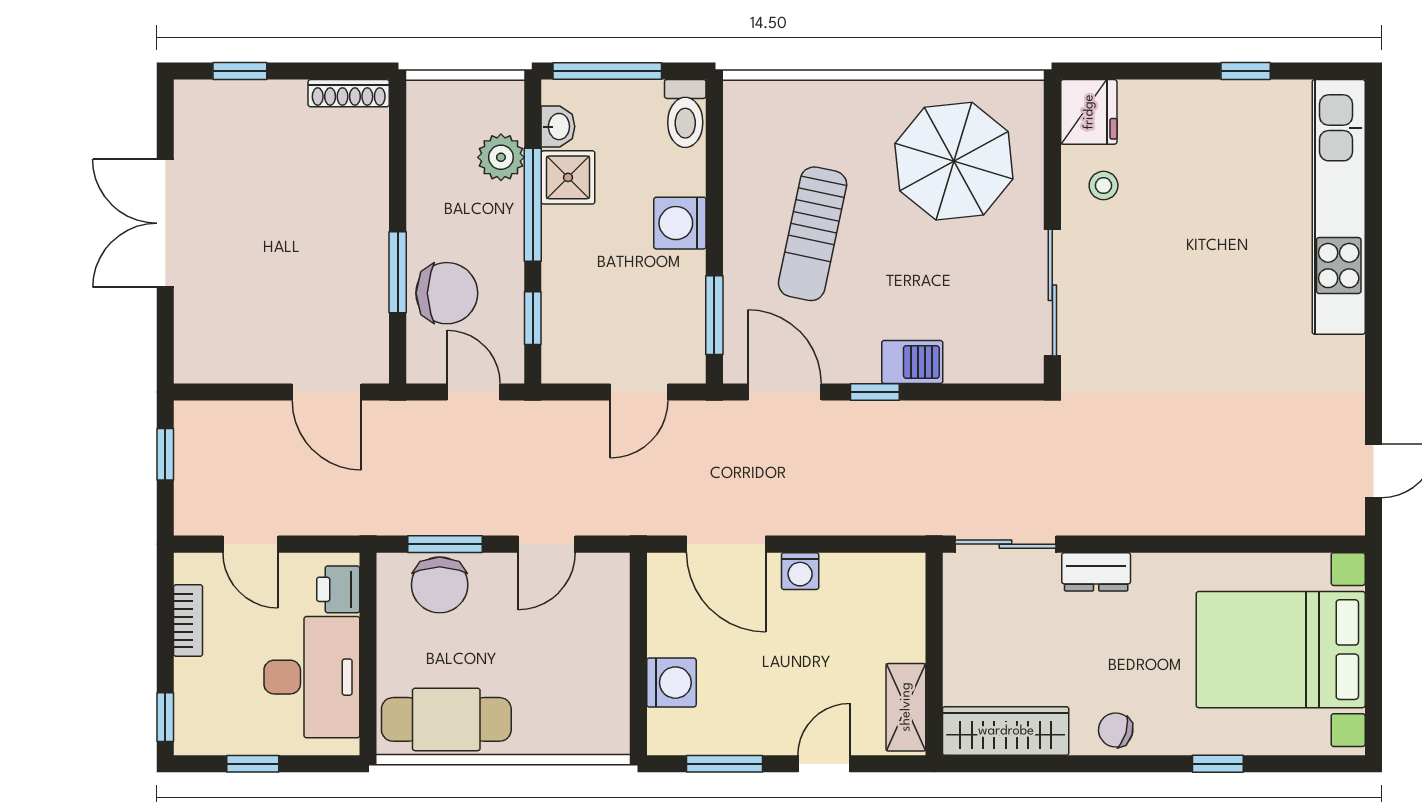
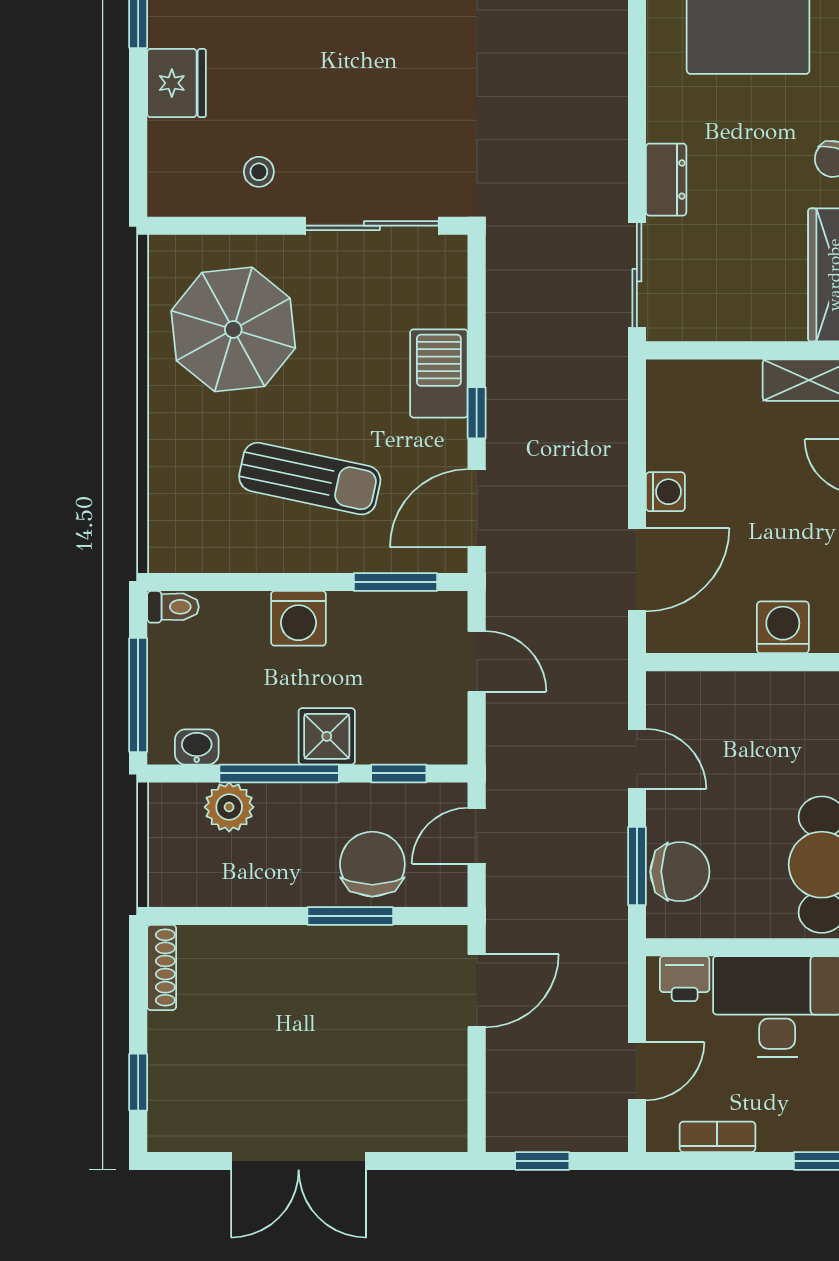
fridge: (1089, 112) -> (177, 83), moved, turned 90
toilet: (685, 114) -> (173, 607), width x0.73, depth x0.72
shower: (568, 177) -> (327, 736), moved
barbecue: (912, 362) -> (439, 373), width x1.38, depth x1.27

